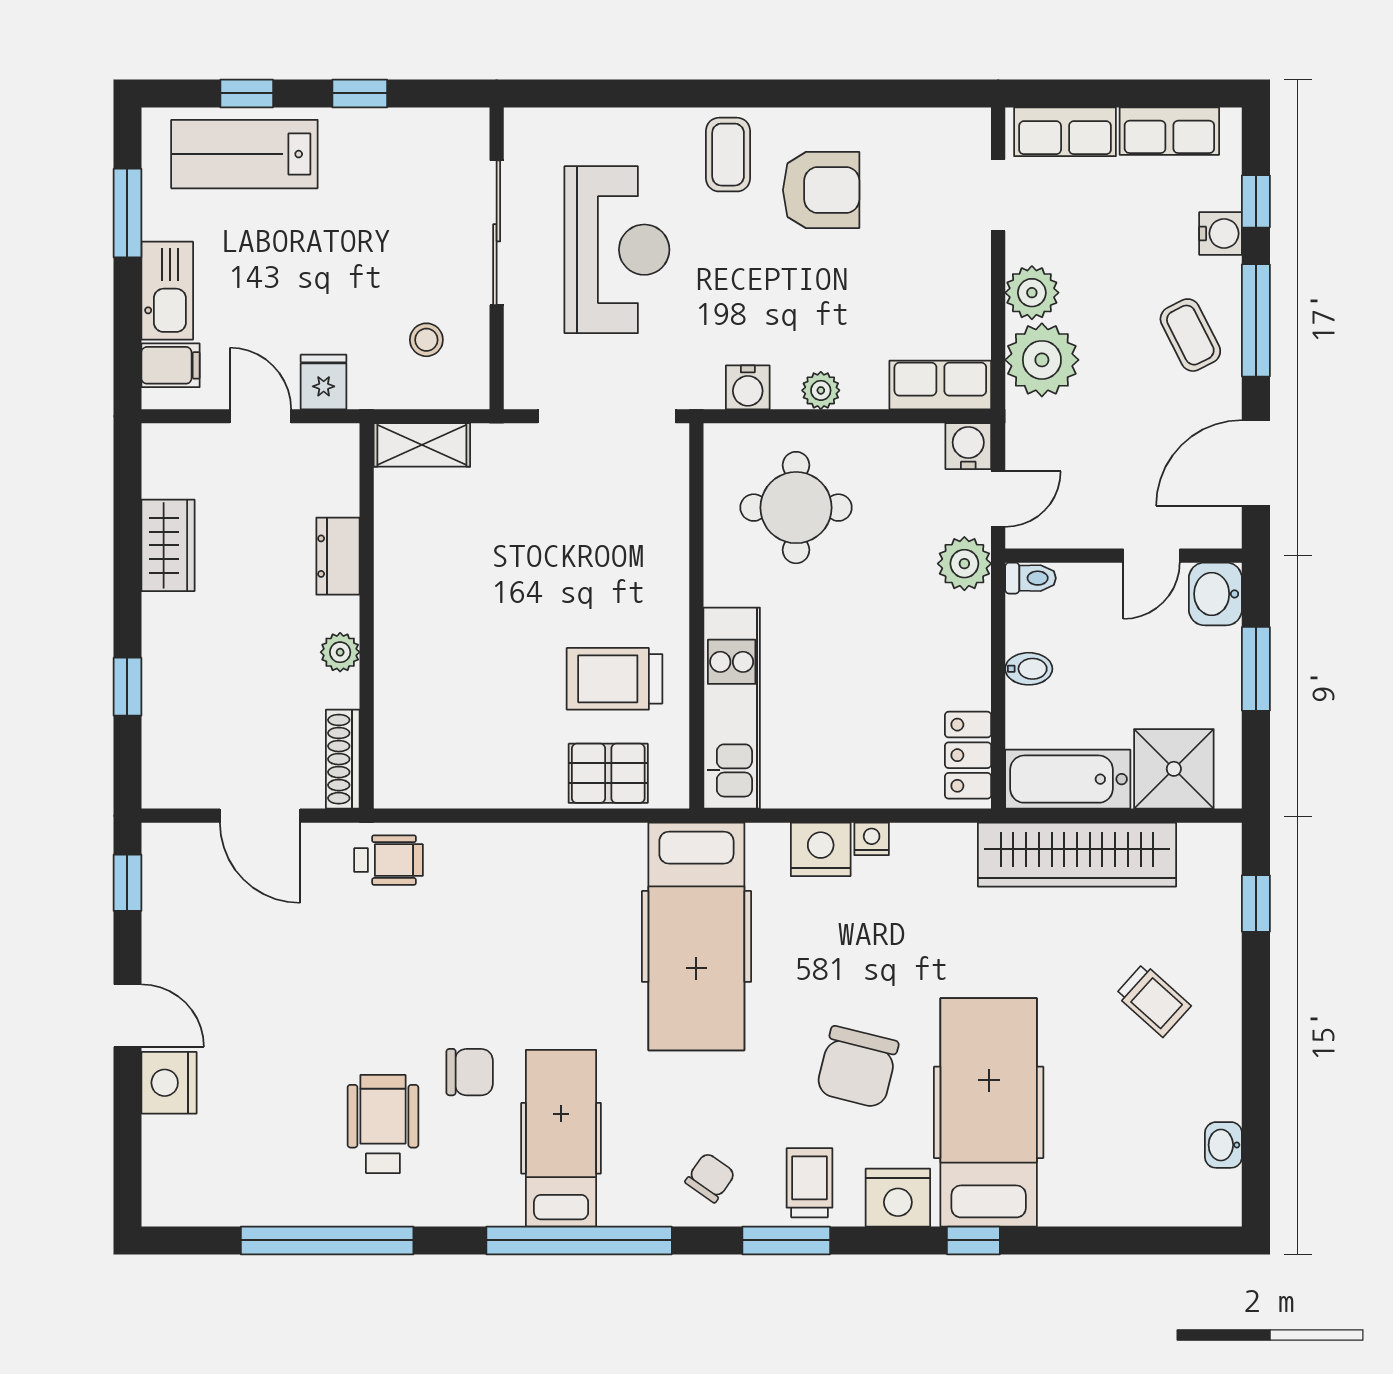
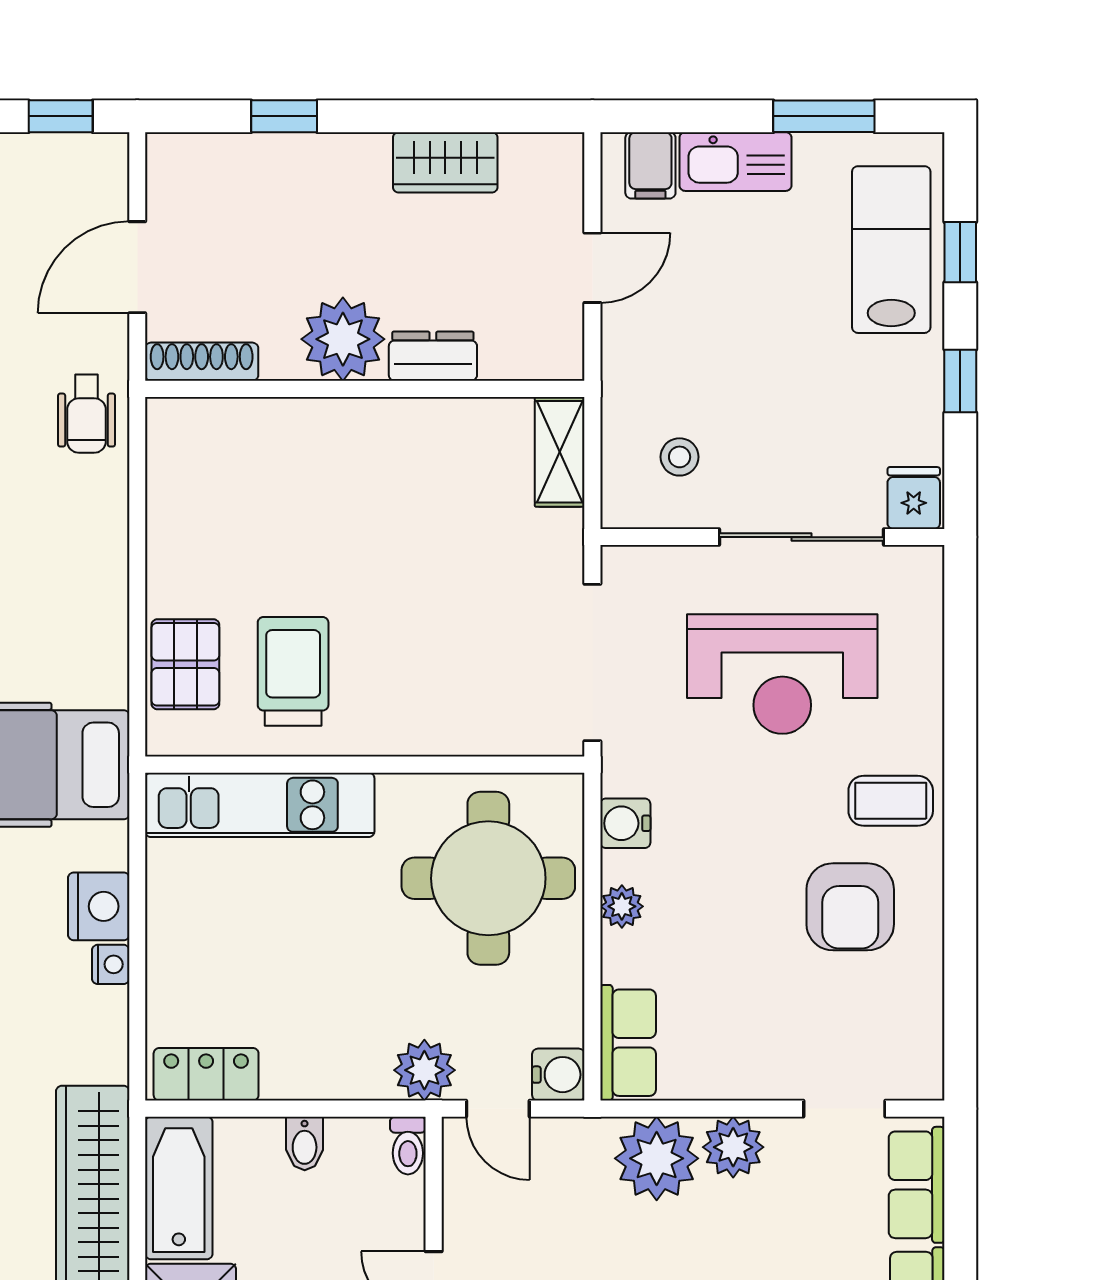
fridge: (324, 382) -> (914, 498), moved, turned -90
round table: (796, 508) -> (488, 878), width x1.36, depth x1.36
plant: (340, 652) -> (343, 339), width x1.87, depth x1.87

